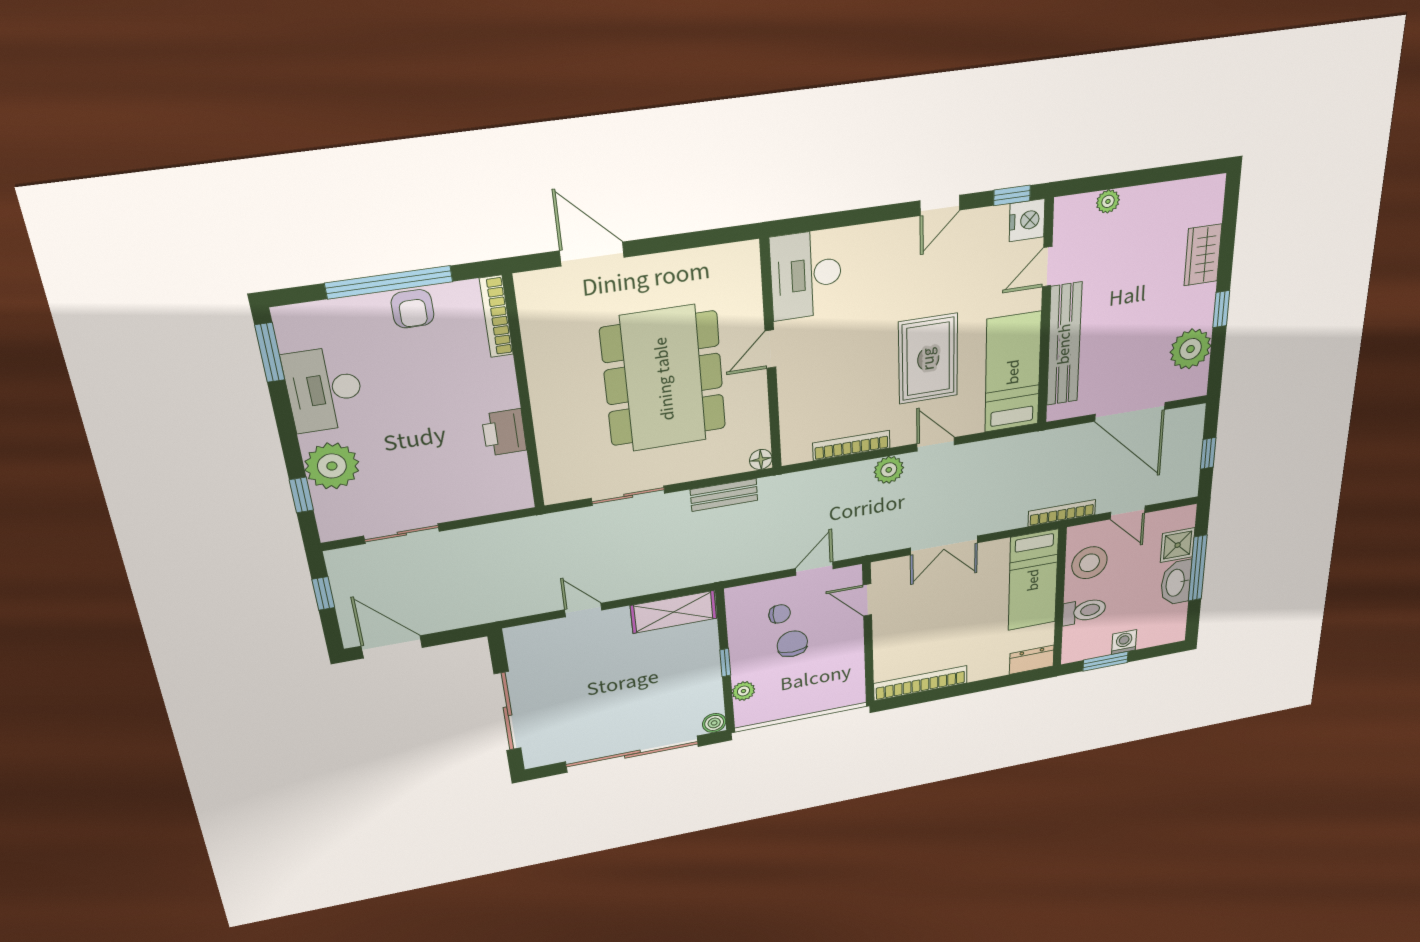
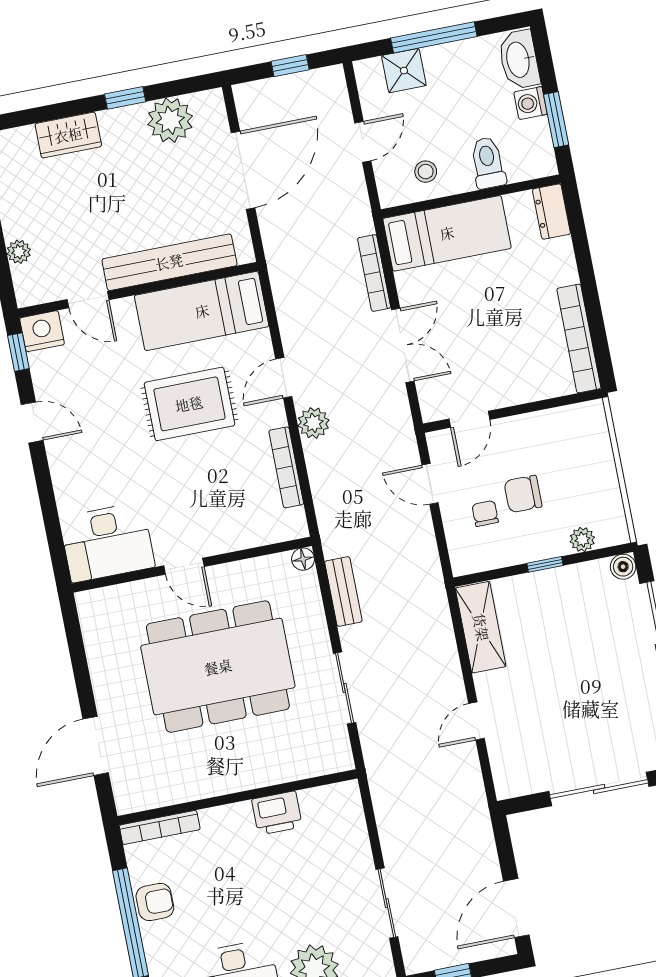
bookcase: (1062, 513) -> (374, 273), moved
stool: (1089, 563) -> (426, 172), width x0.53, depth x0.53
washbasin: (1176, 583) -> (519, 60), moved, turned 90

